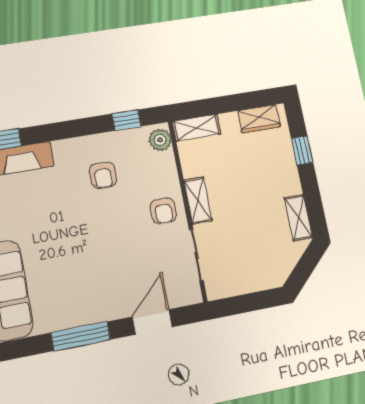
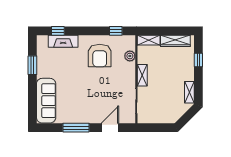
wardrobe: (259, 119) -> (175, 41), width x1.50
plant: (160, 140) -> (130, 56), moved
armchair: (103, 175) -> (100, 56), width x1.88, depth x1.88
armchair: (163, 211) -> (125, 77), removed

